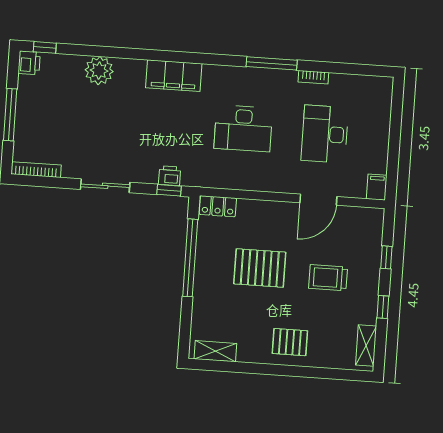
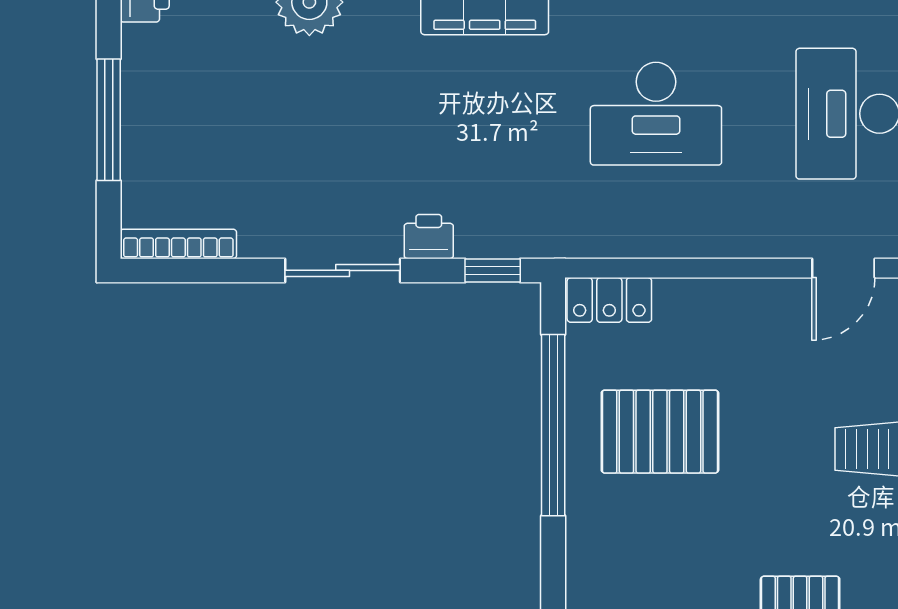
printer: (170, 176) -> (429, 237), moved
door: (318, 200) -> (843, 268), width x0.73
pallet: (260, 268) -> (660, 432), moved

